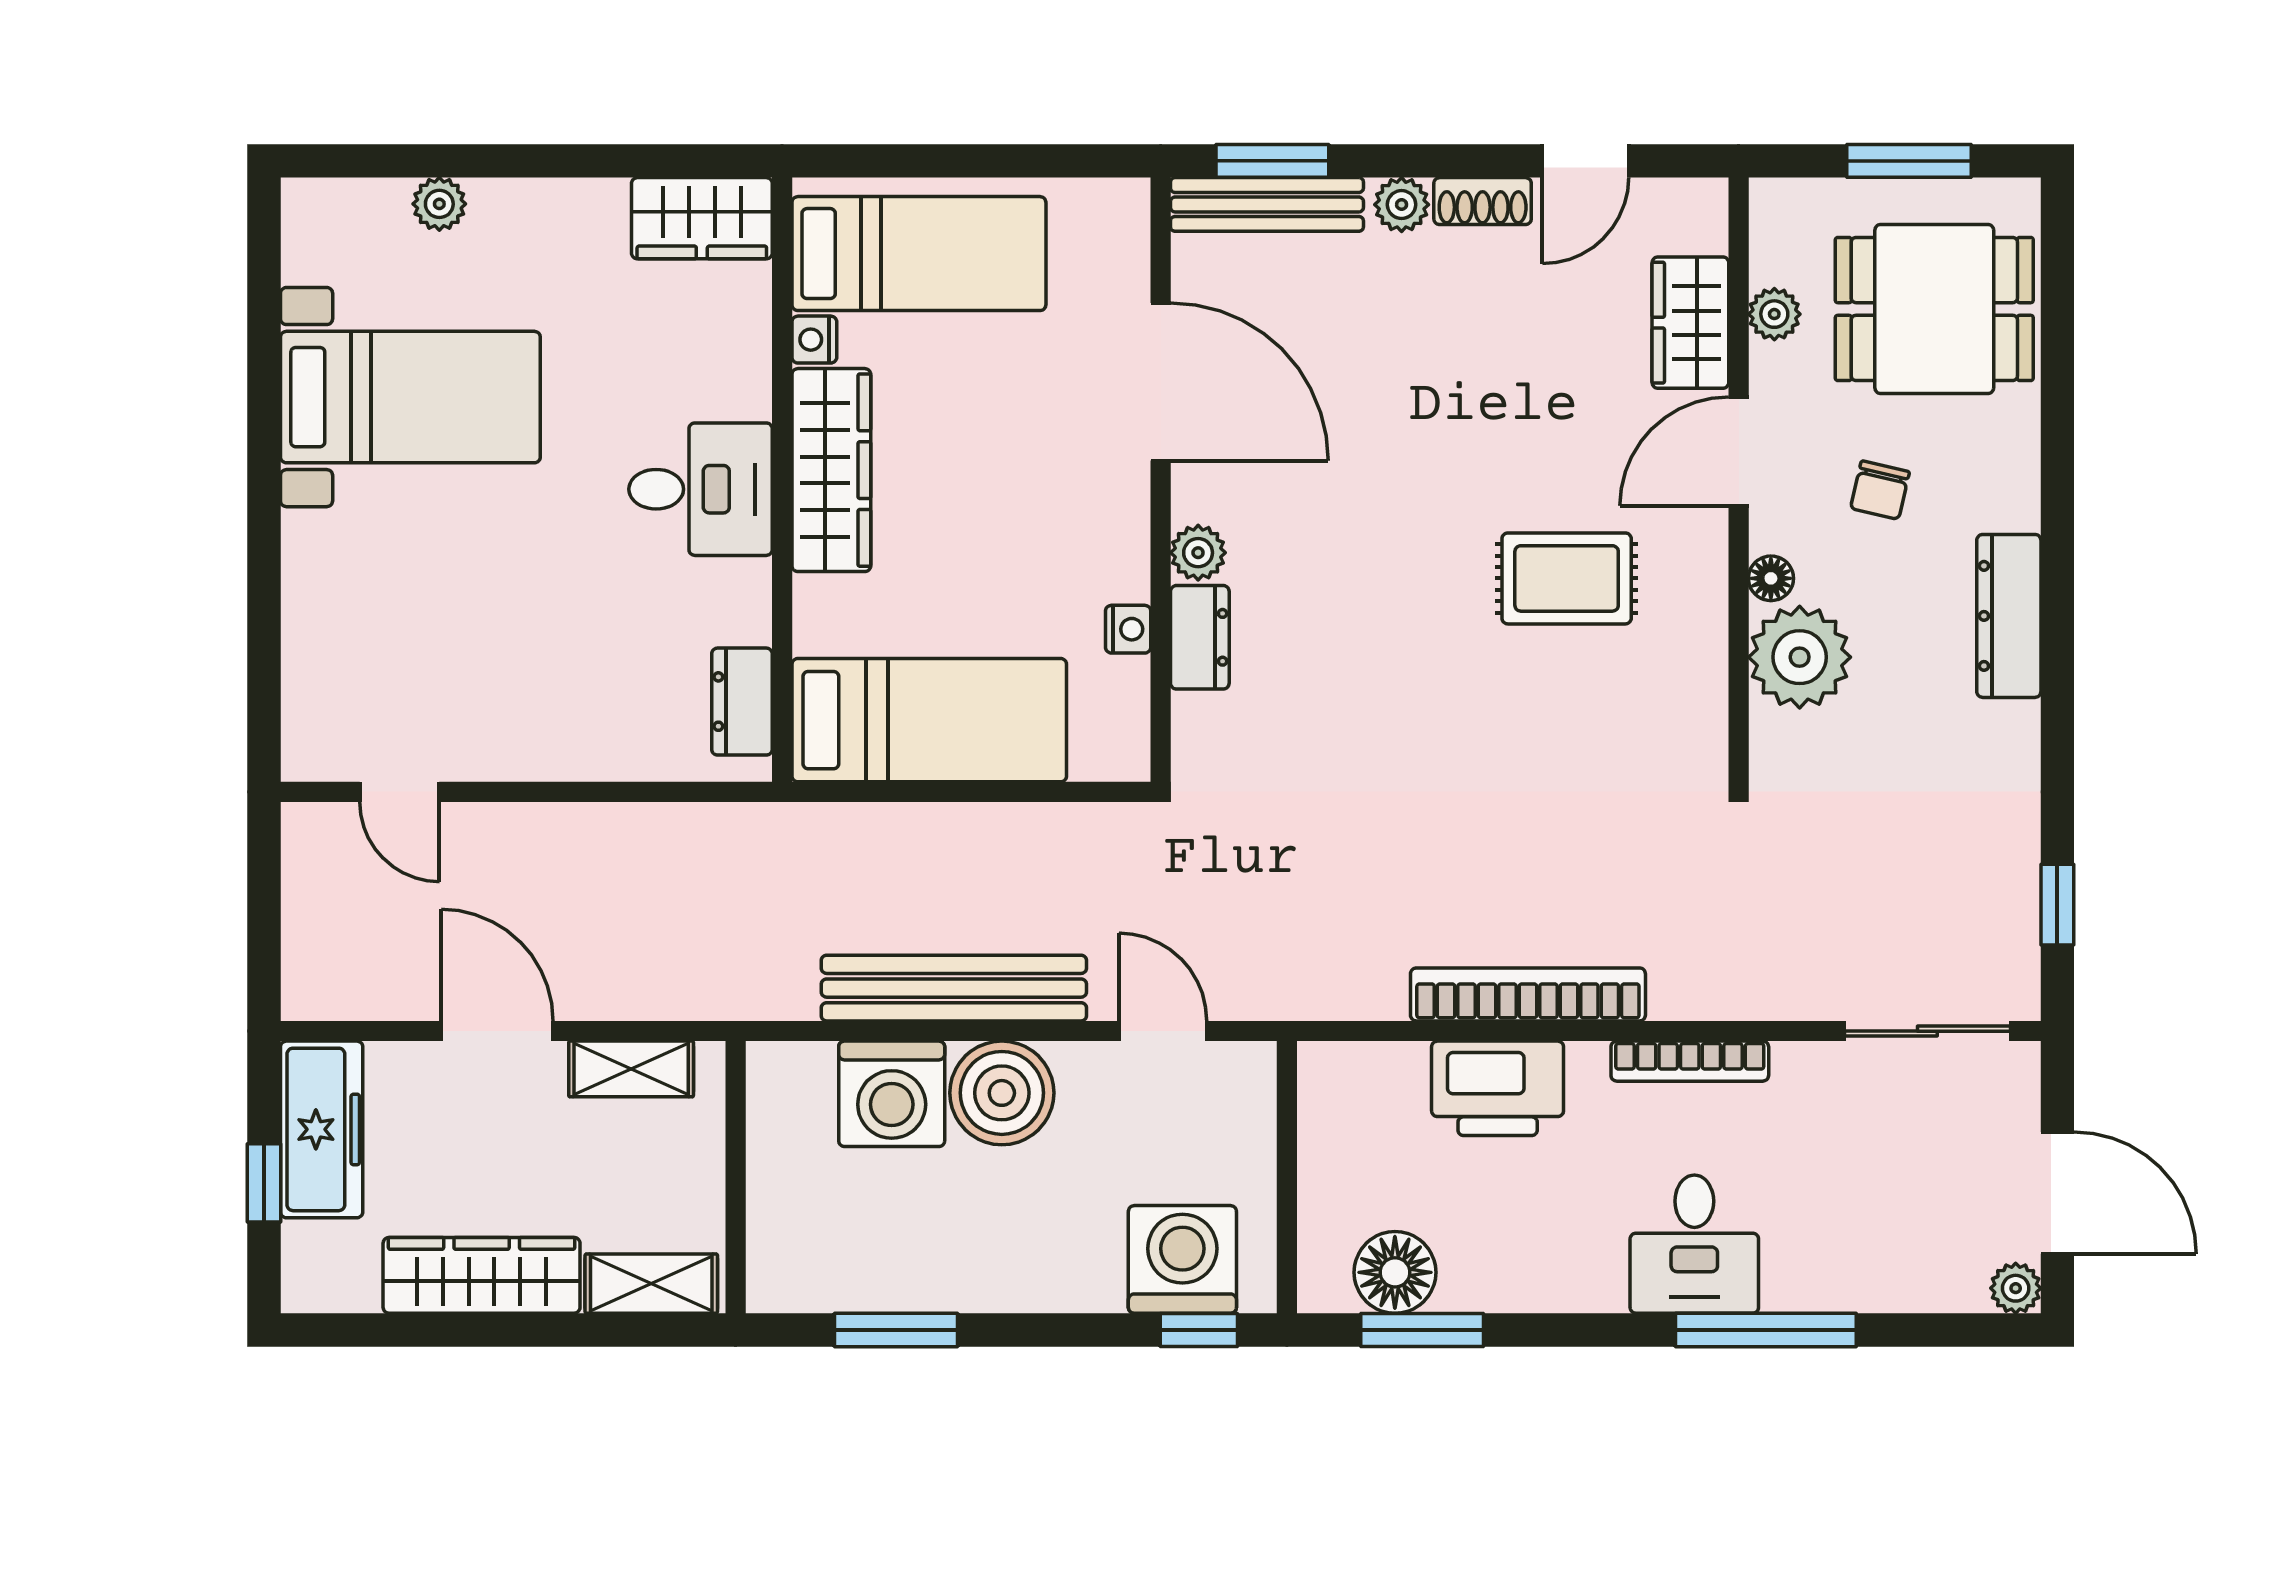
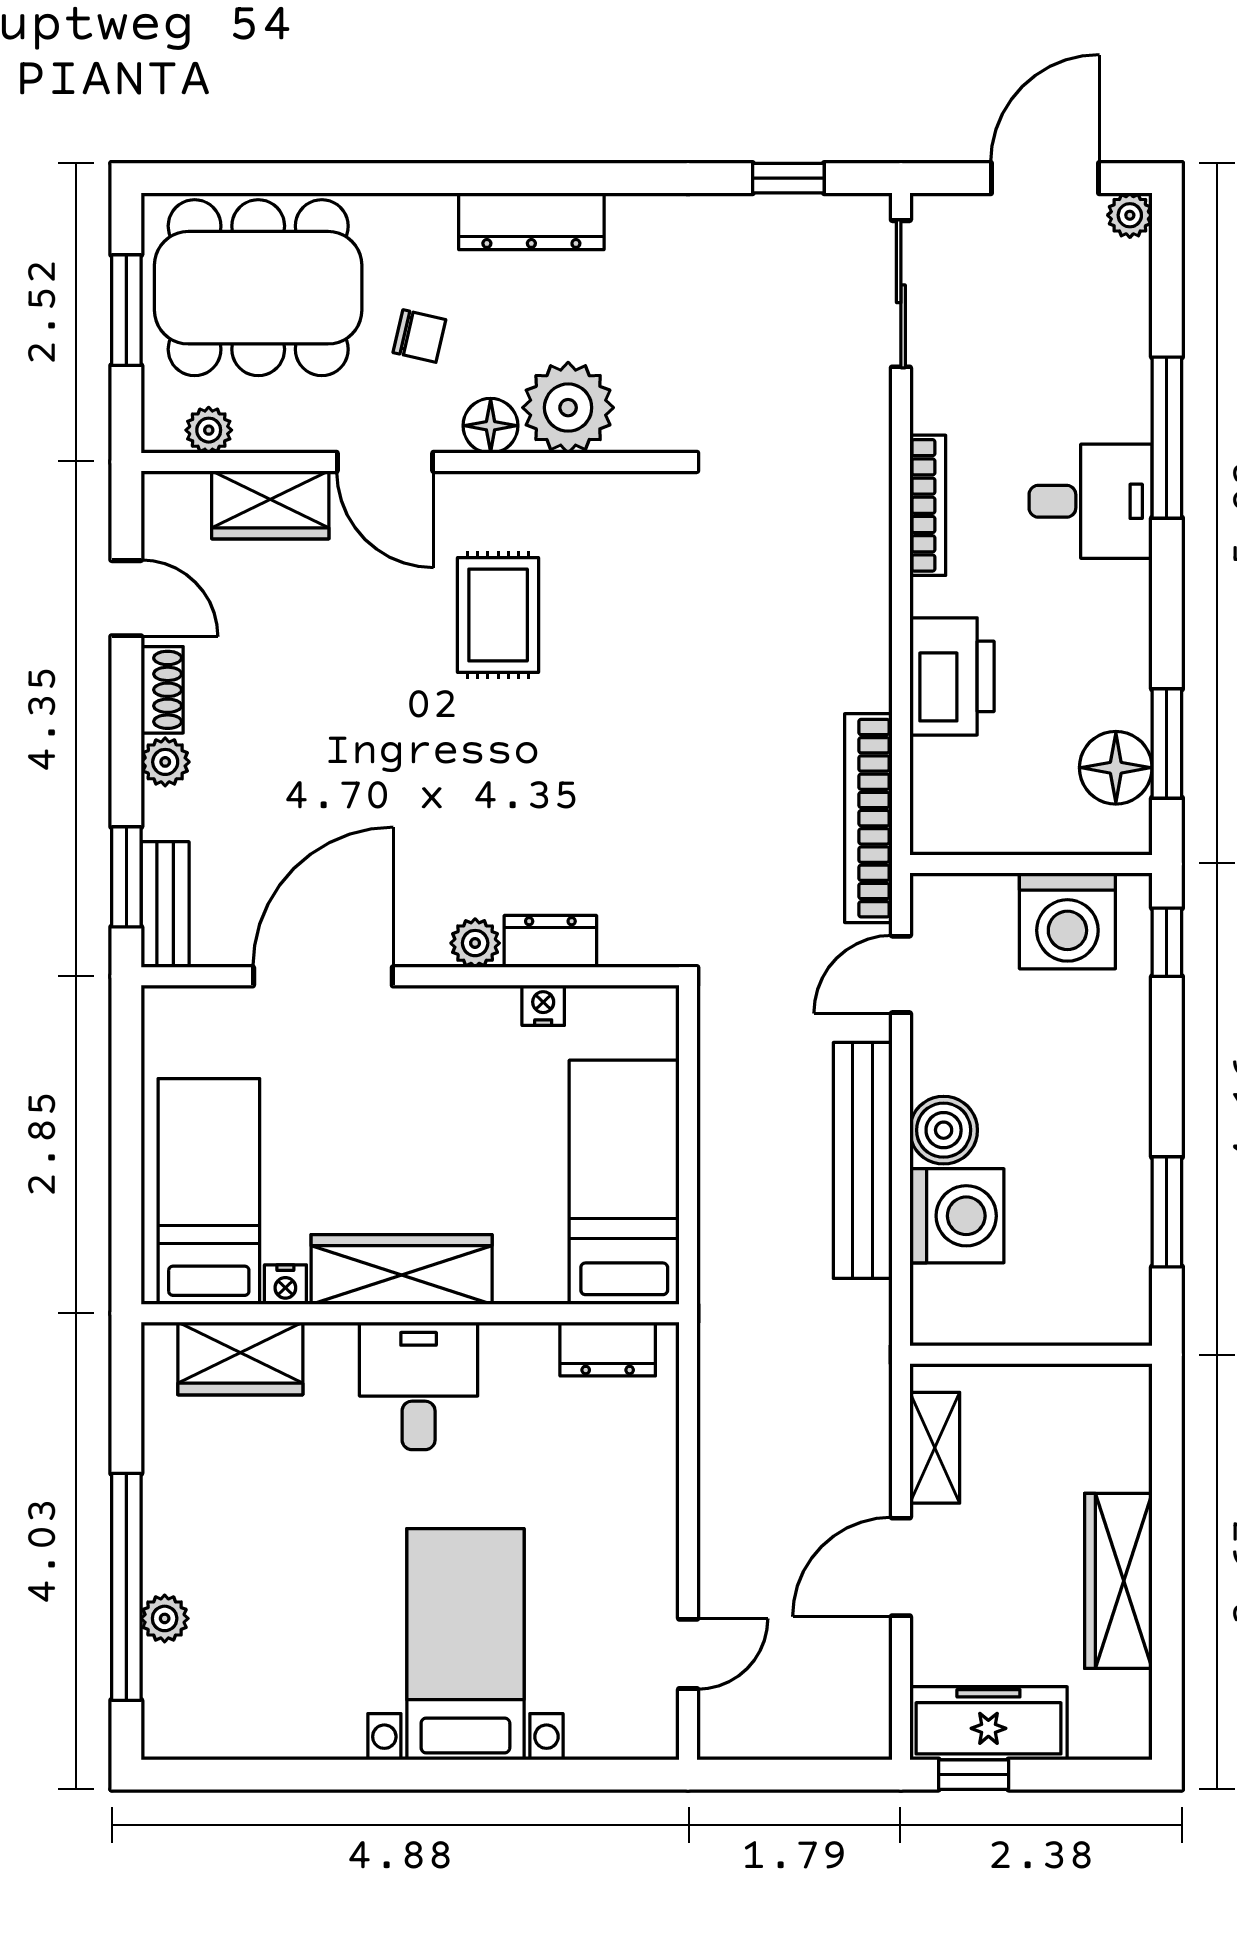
window: (475, 161) -> (126, 1587), added
bench: (1267, 204) -> (165, 905), width x0.73
wardrobe: (702, 218) -> (240, 1358), moved, turned 90
dining table: (1934, 309) -> (258, 288), width x1.38
plant: (1774, 314) -> (209, 430), moved
bed with nightstands: (410, 397) -> (465, 1644), moved
floor lamp: (1771, 578) -> (491, 426), width x1.37, depth x1.37
bookcase: (1528, 994) -> (868, 818), moved
boiler: (1002, 1093) -> (944, 1130), width x0.73, depth x0.73
window: (264, 1183) -> (974, 1775), moved
washing machine: (1182, 1259) -> (1067, 921), moved, turned -90
shelving: (651, 1284) -> (1126, 1430), removed

